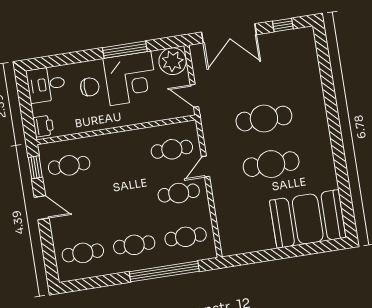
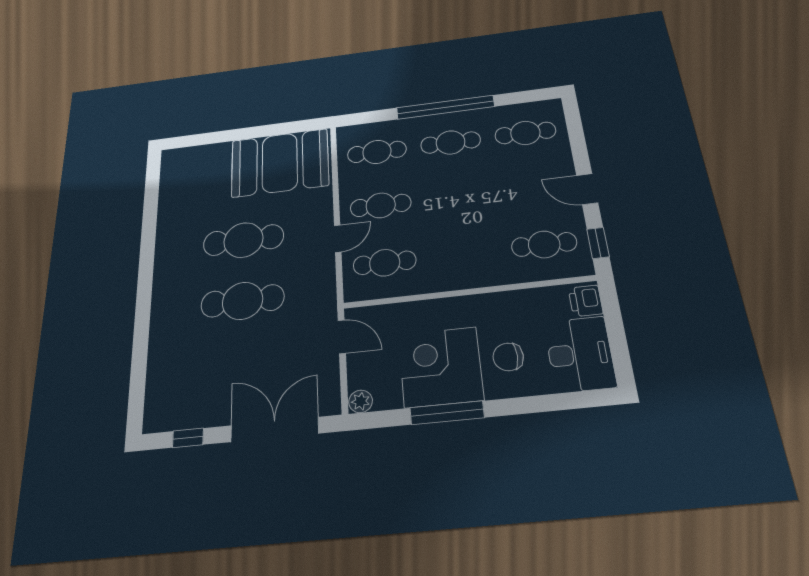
plant: (173, 61) -> (361, 401), width x0.53, depth x0.53
desk: (46, 84) -> (580, 354), width x1.37
booth: (308, 219) -> (280, 163), moved
window: (164, 271) -> (445, 107), moved

